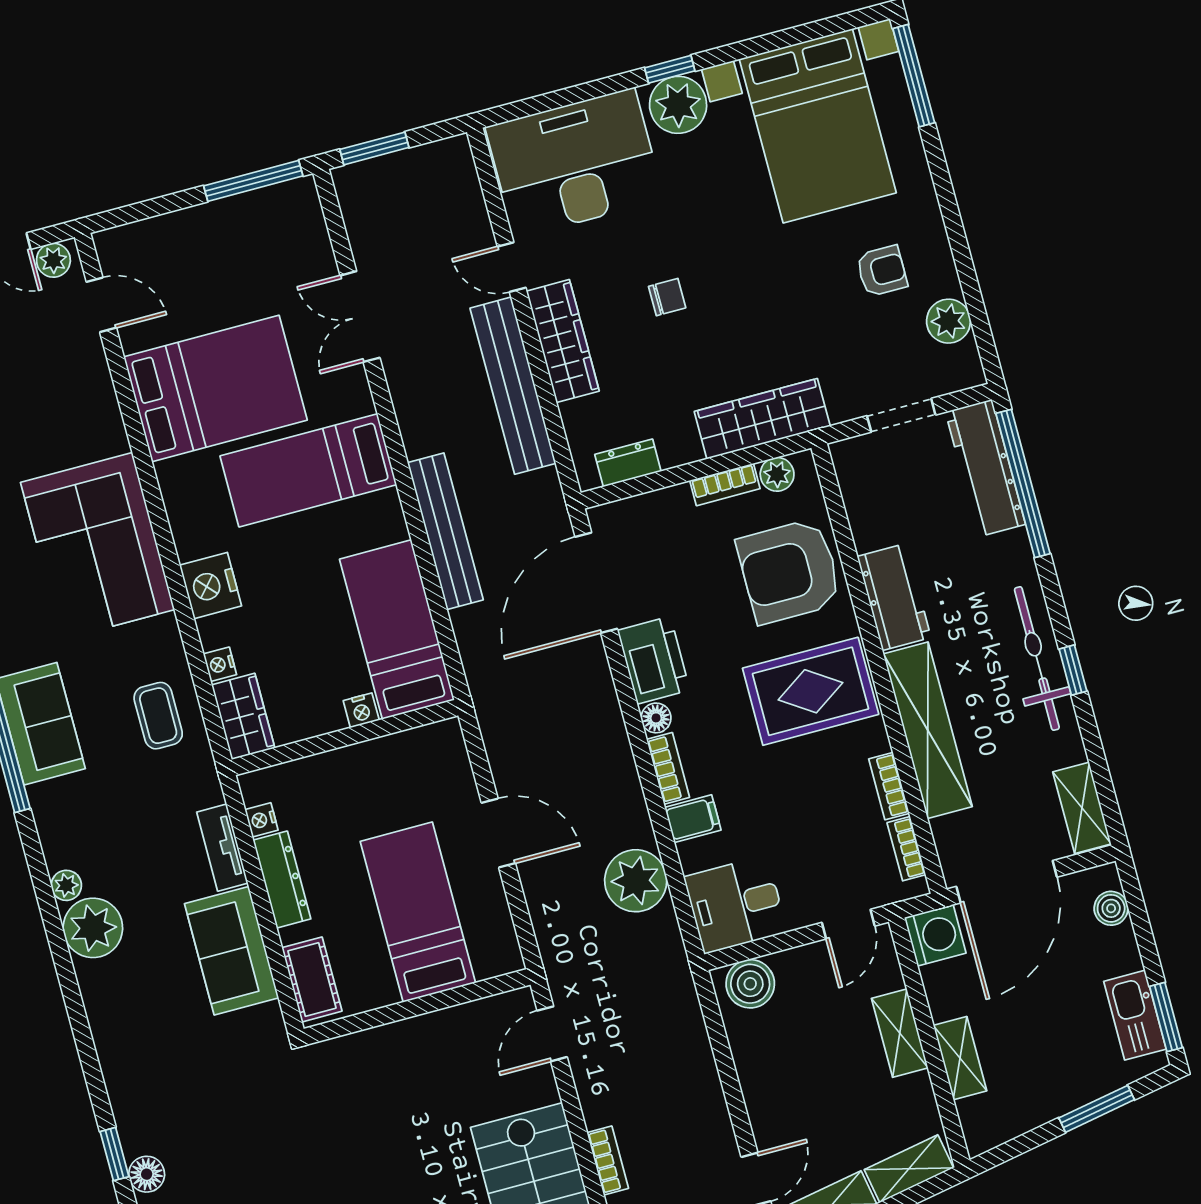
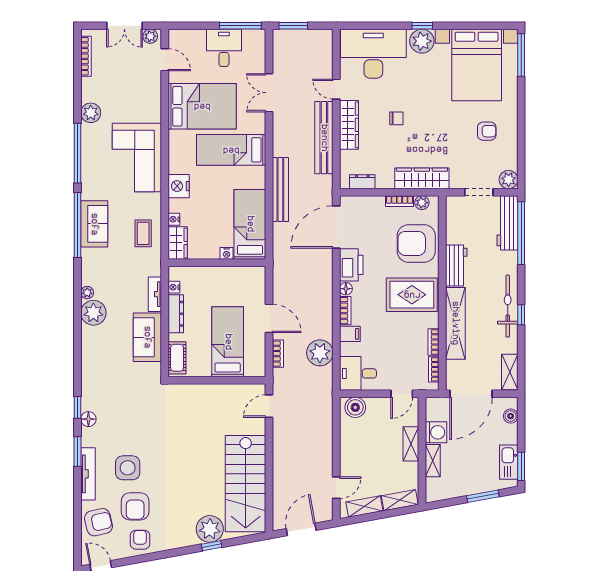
desk: (229, 242) -> (224, 48), added
plant: (949, 321) -> (509, 180), moved
washing machine: (935, 935) -> (436, 432), moved
bookcase: (608, 1160) -> (278, 354), moved

